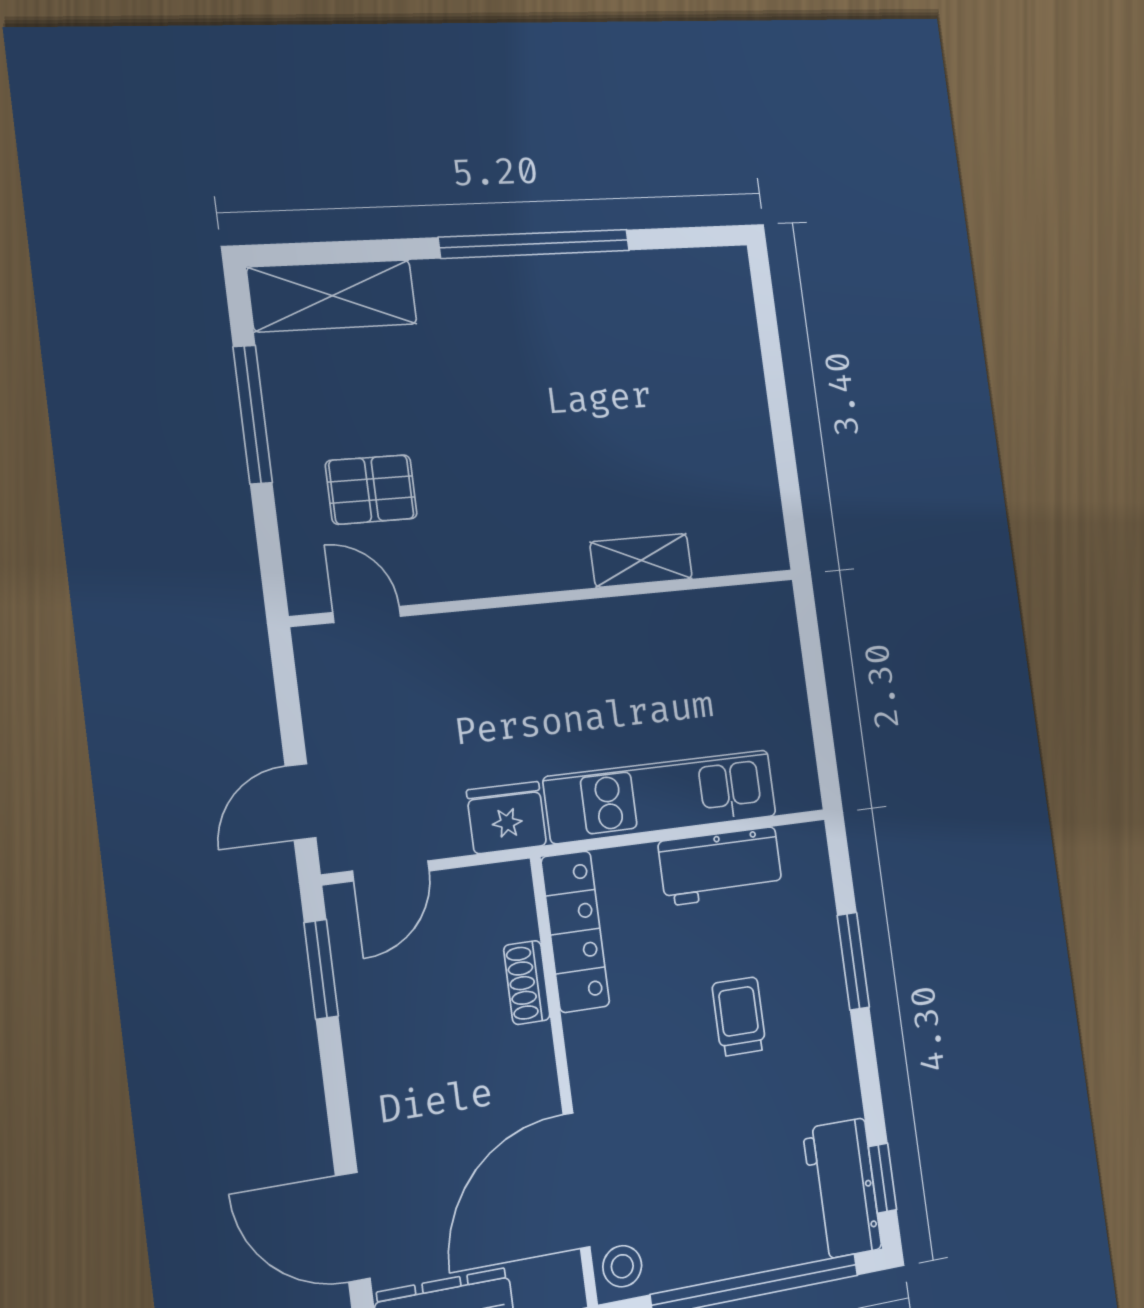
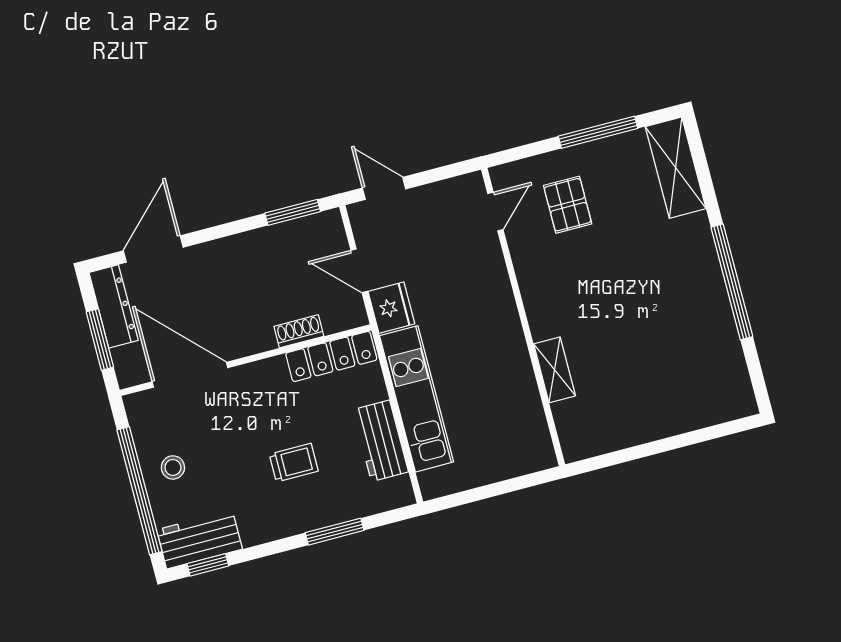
door: (391, 871) -> (359, 271), moved
stool: (622, 1266) -> (173, 467), moved

